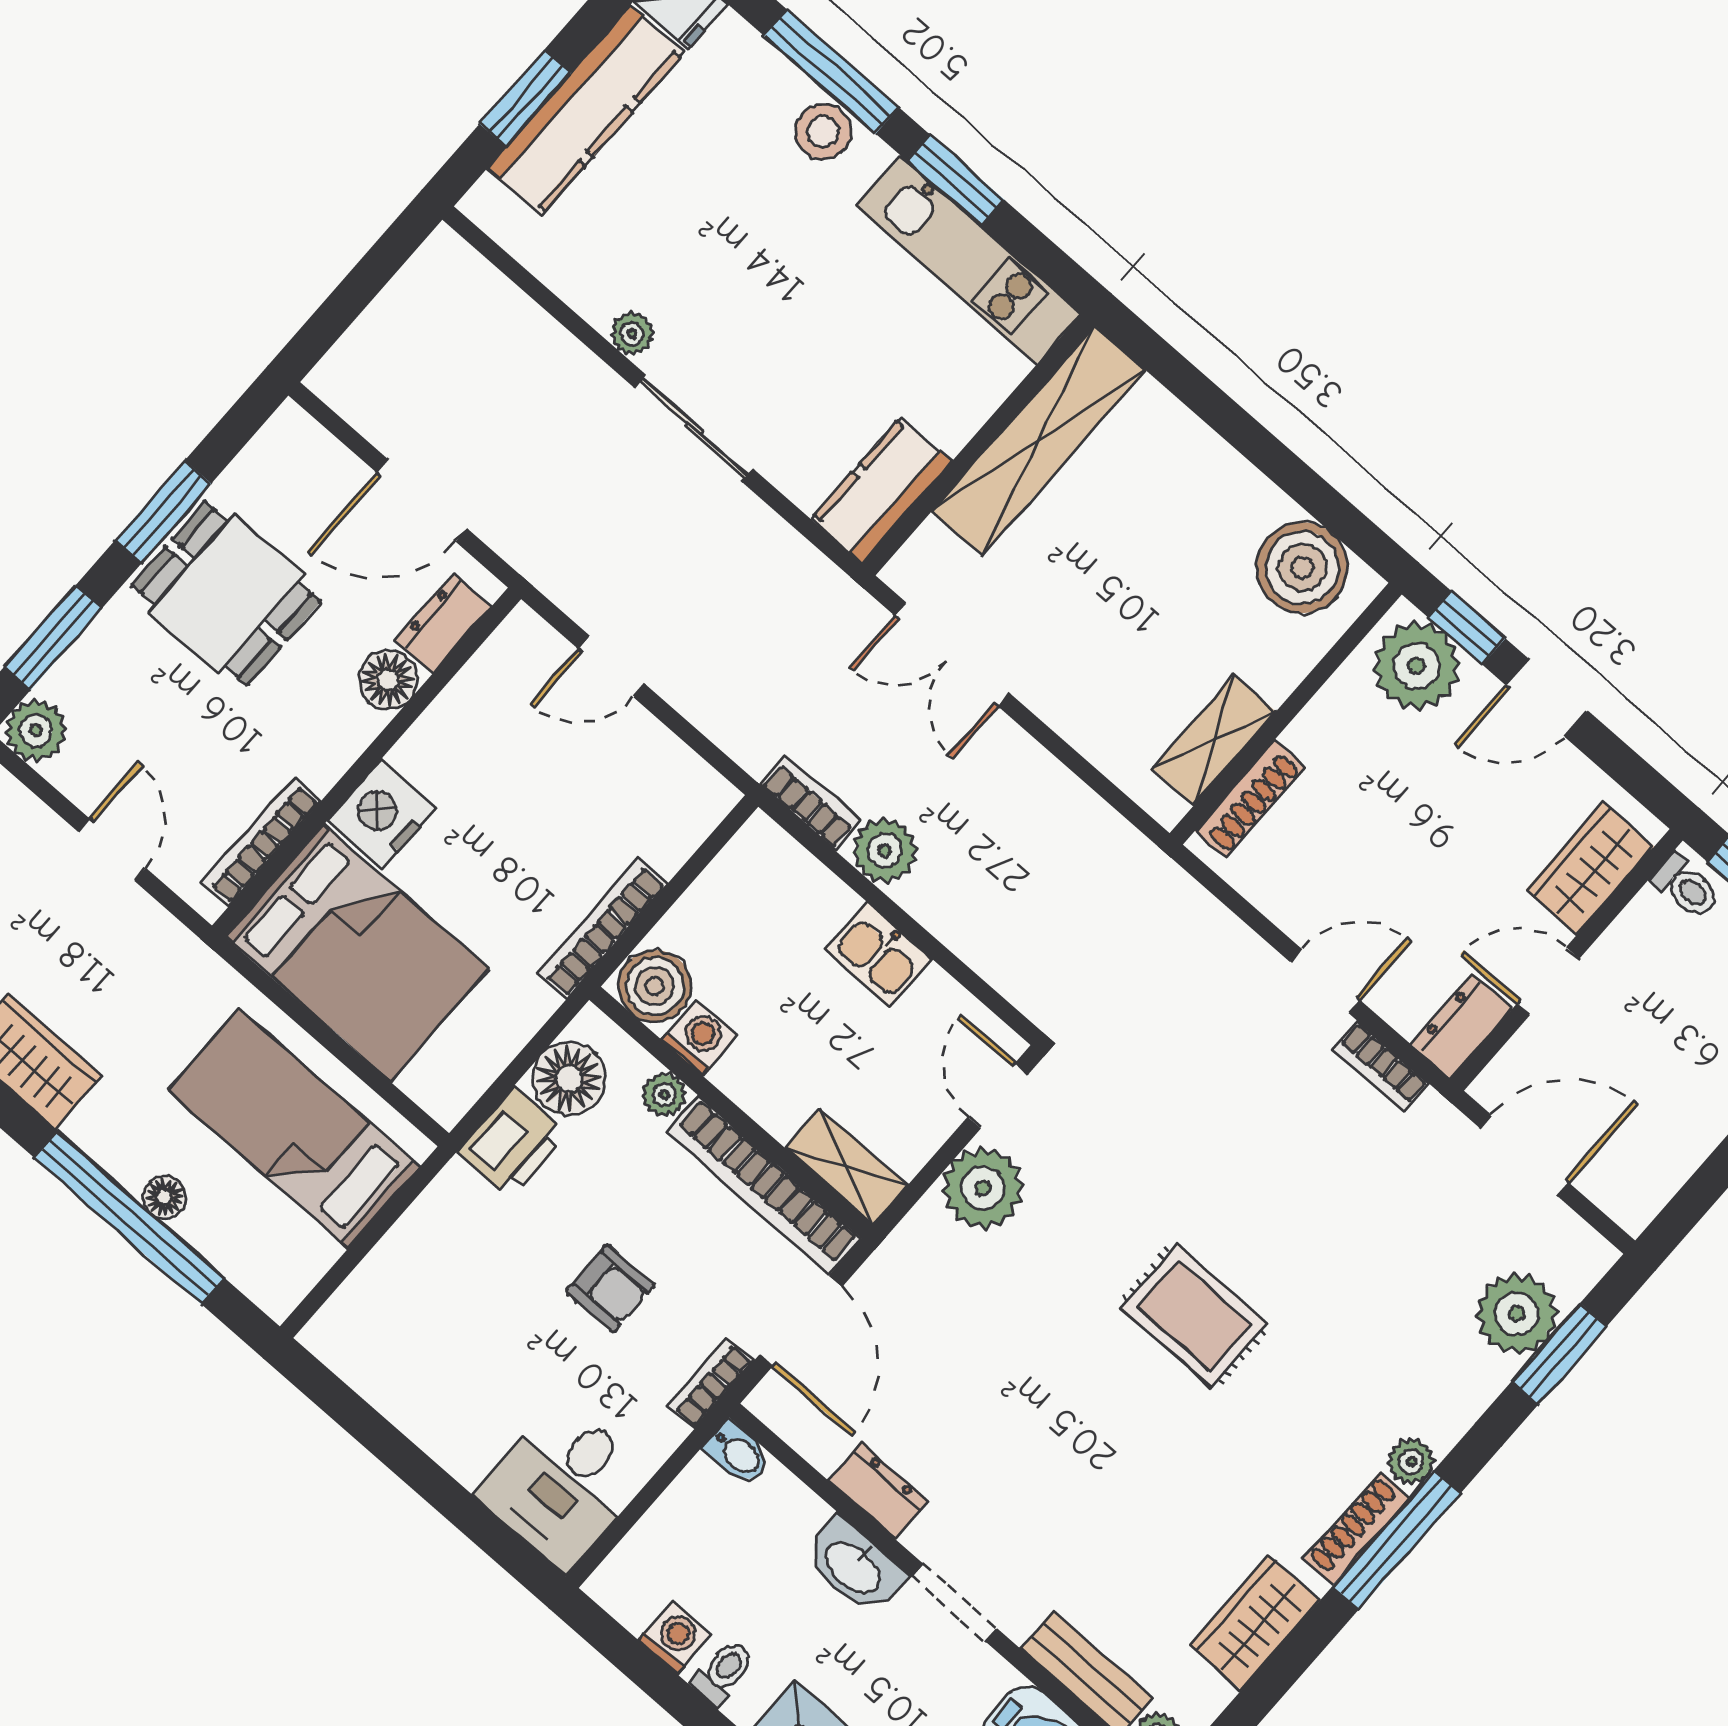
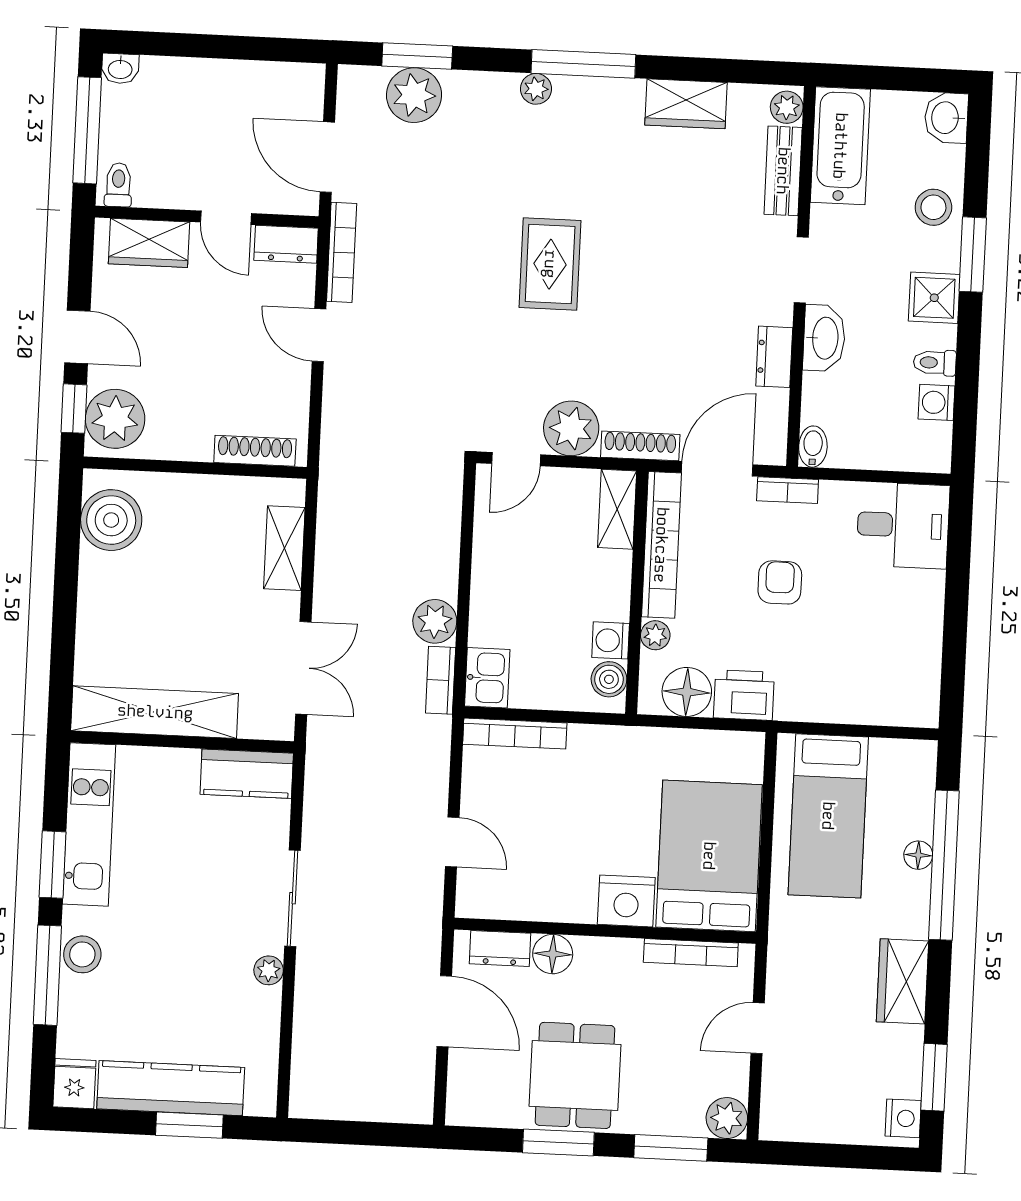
shelving: (1214, 740) -> (284, 548), moved, turned 90
bookcase: (602, 929) -> (515, 734), moved
kitchen sink: (879, 954) -> (487, 678), moved
boiler: (655, 986) -> (609, 679), width x0.73, depth x0.73
bookcase: (1381, 1066) -> (342, 252), width x1.56
shoe rack: (1357, 1528) -> (640, 446), moved, turned 180

